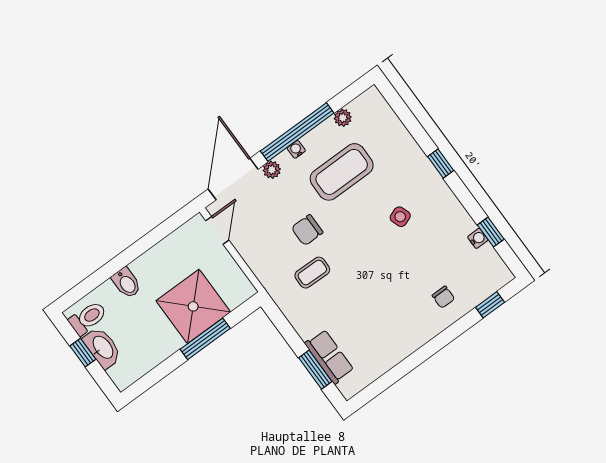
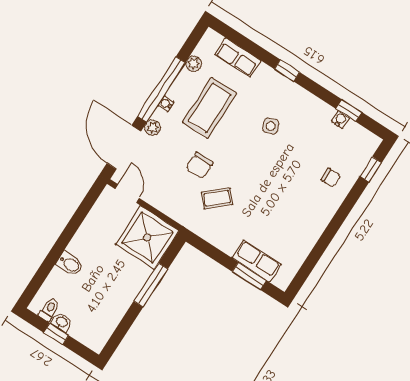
row of seats: (393, 129) -> (238, 57), added
coffee table: (312, 273) -> (217, 198), turned 47
shower: (193, 306) -> (147, 238), moved
toilet: (88, 318) -> (49, 309), width x0.73, depth x0.72
washbasin: (102, 348) -> (62, 322), width x0.52, depth x0.69

